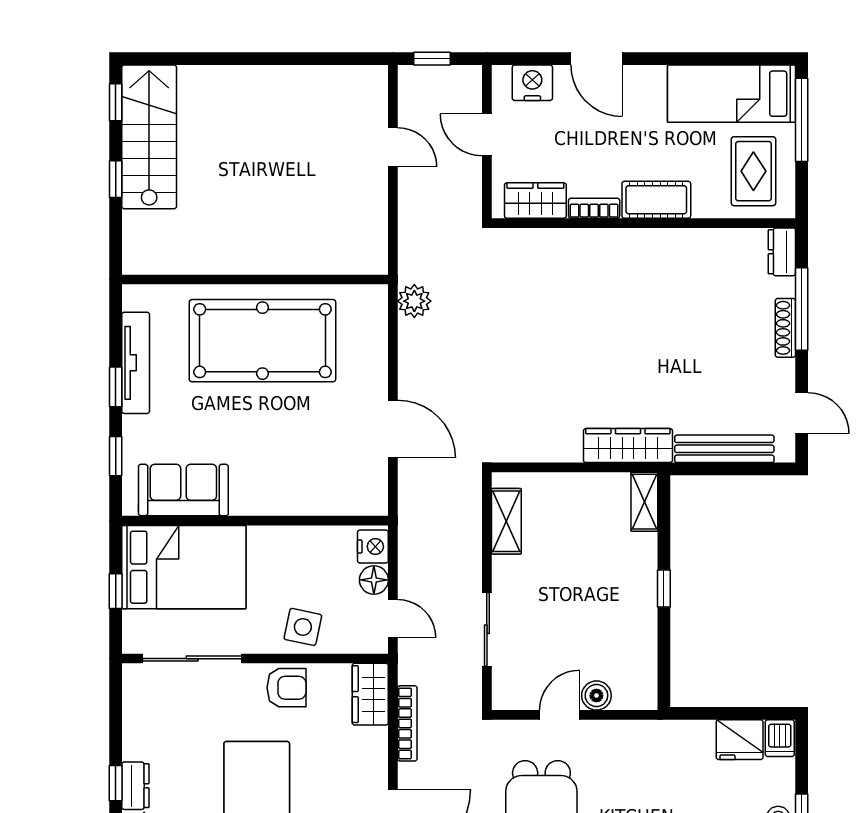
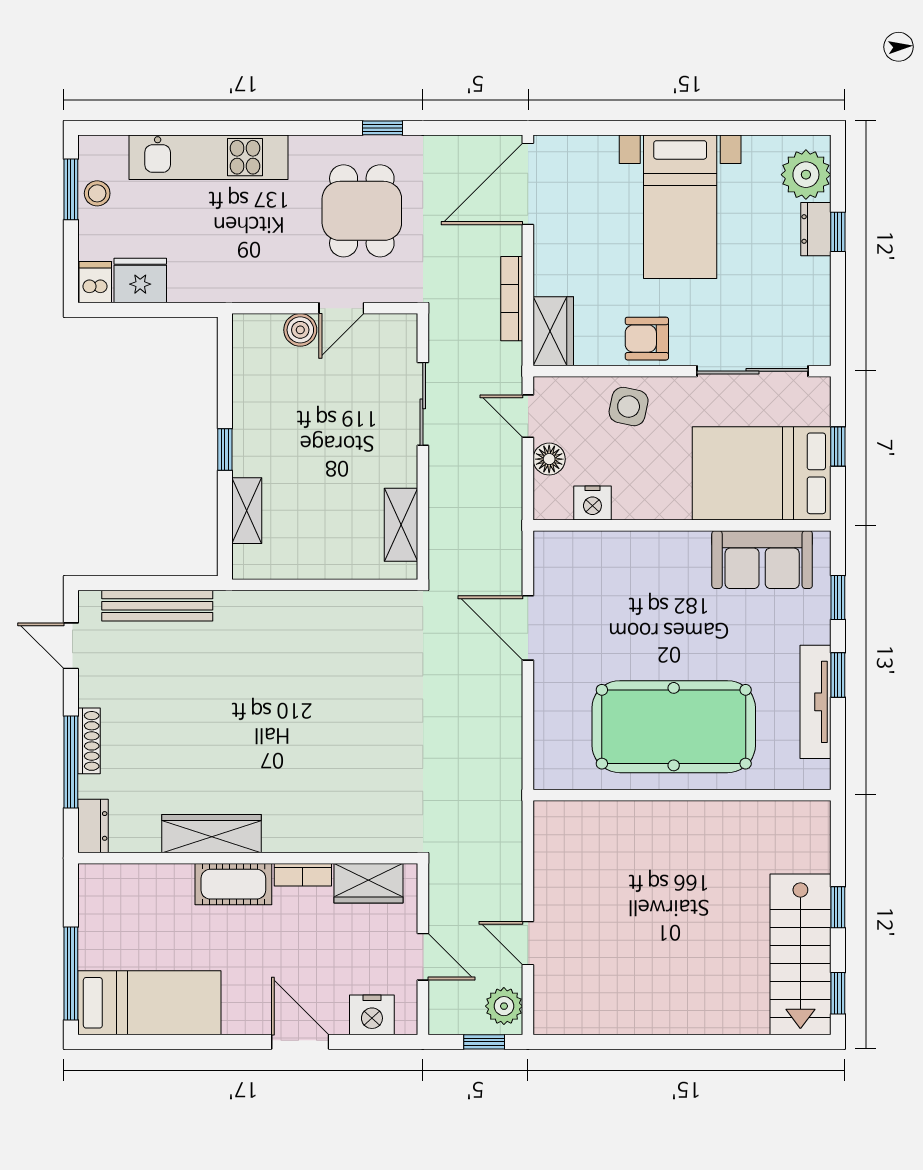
rug: (753, 171) -> (125, 916), removed
plant: (414, 301) -> (504, 1006), moved
wardrobe: (628, 446) -> (211, 834), moved, turned 180
shelving: (644, 502) -> (247, 511), moved
nightstand: (373, 547) -> (592, 503), moved, turned -90

